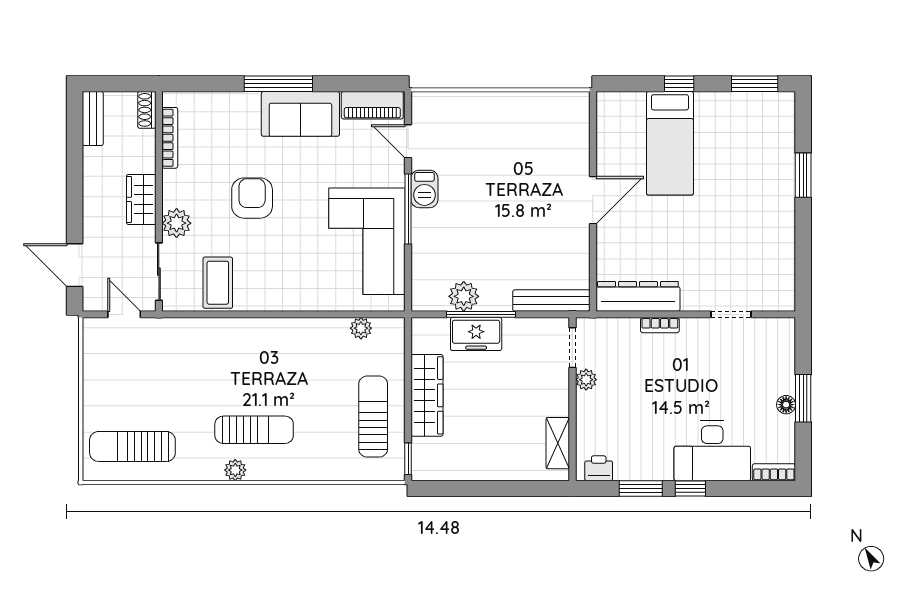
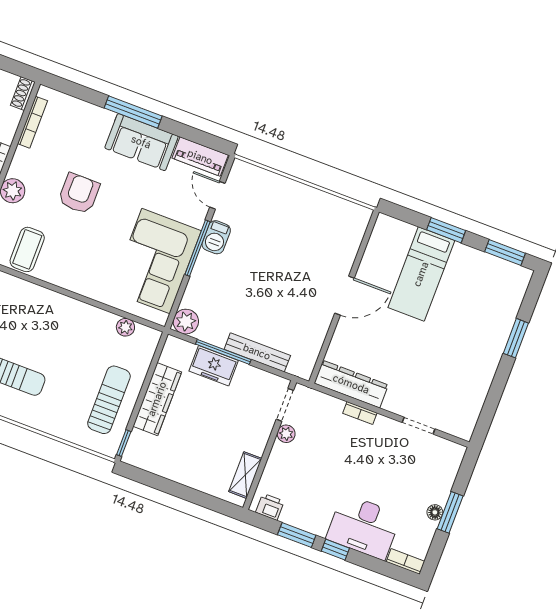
window: (679, 84) -> (446, 230), width x1.50
plant: (464, 296) -> (186, 322), moved
bench: (551, 301) -> (257, 352), moved

